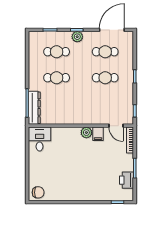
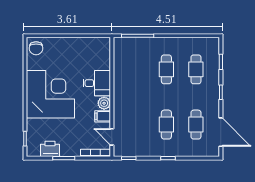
plant: (77, 37) -> (213, 93), removed
dresser: (34, 108) -> (132, 44), removed
door: (116, 126) -> (112, 137), hinge flipped
desk: (40, 139) -> (97, 83), moved
corner desk: (78, 180) -> (50, 94), added

